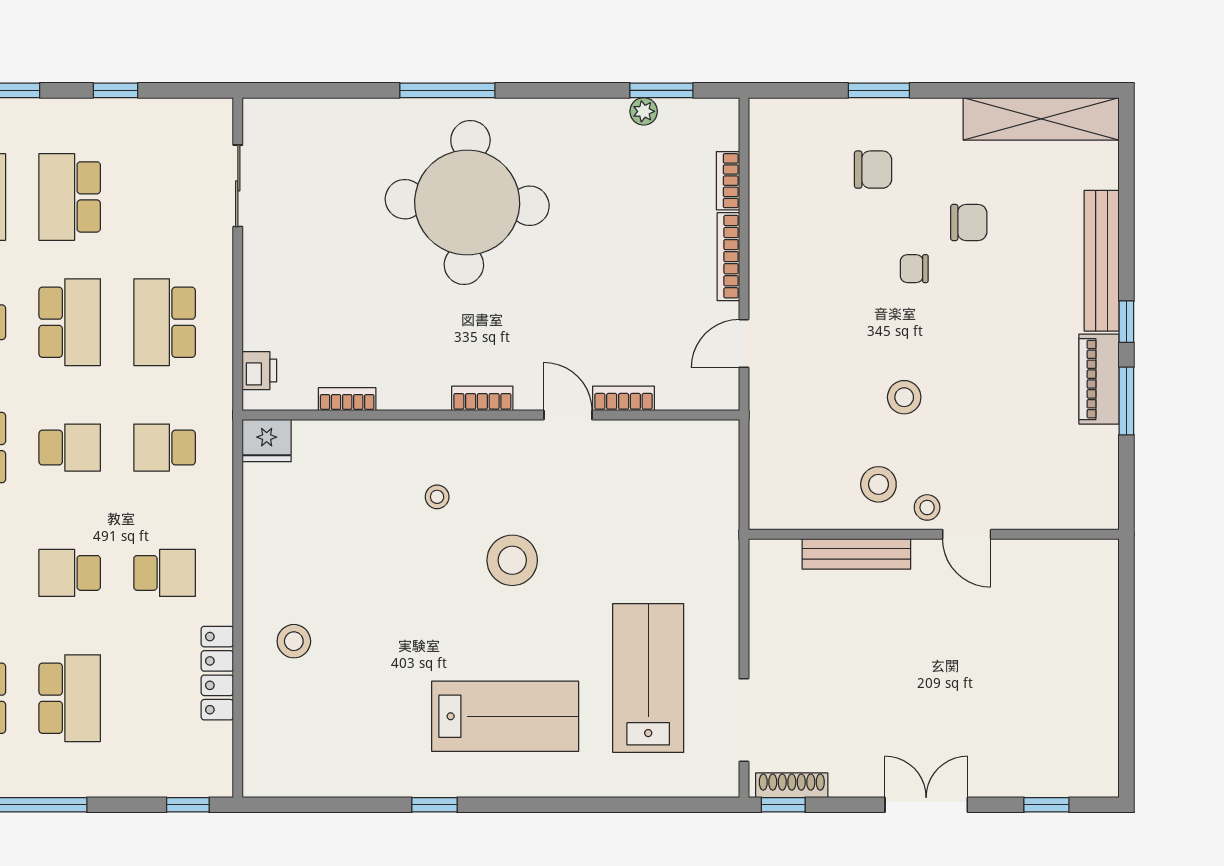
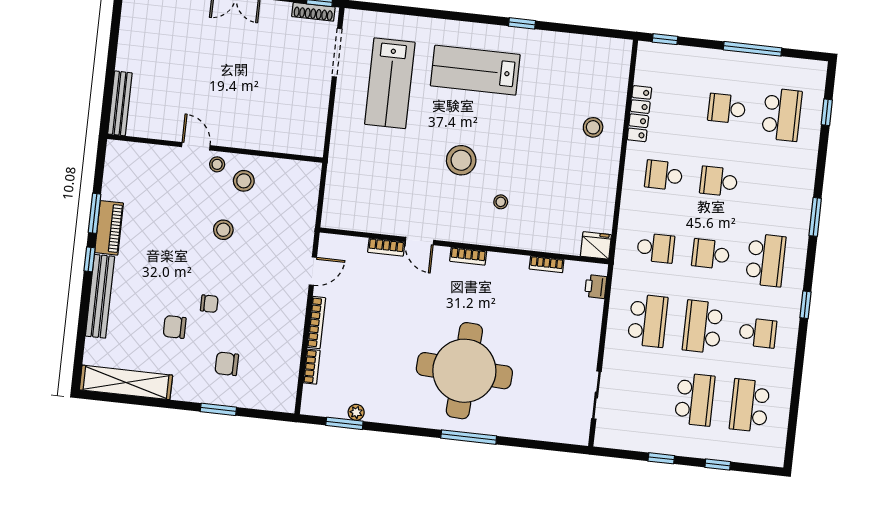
bench: (856, 554) -> (120, 103), moved, turned 90
school desk: (70, 573) -> (719, 181), turned 180
school desk: (70, 698) -> (727, 109), width x0.54

